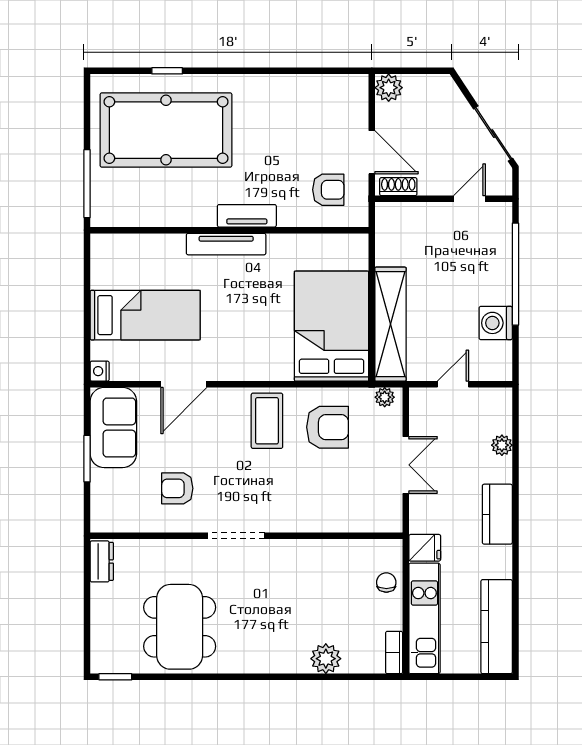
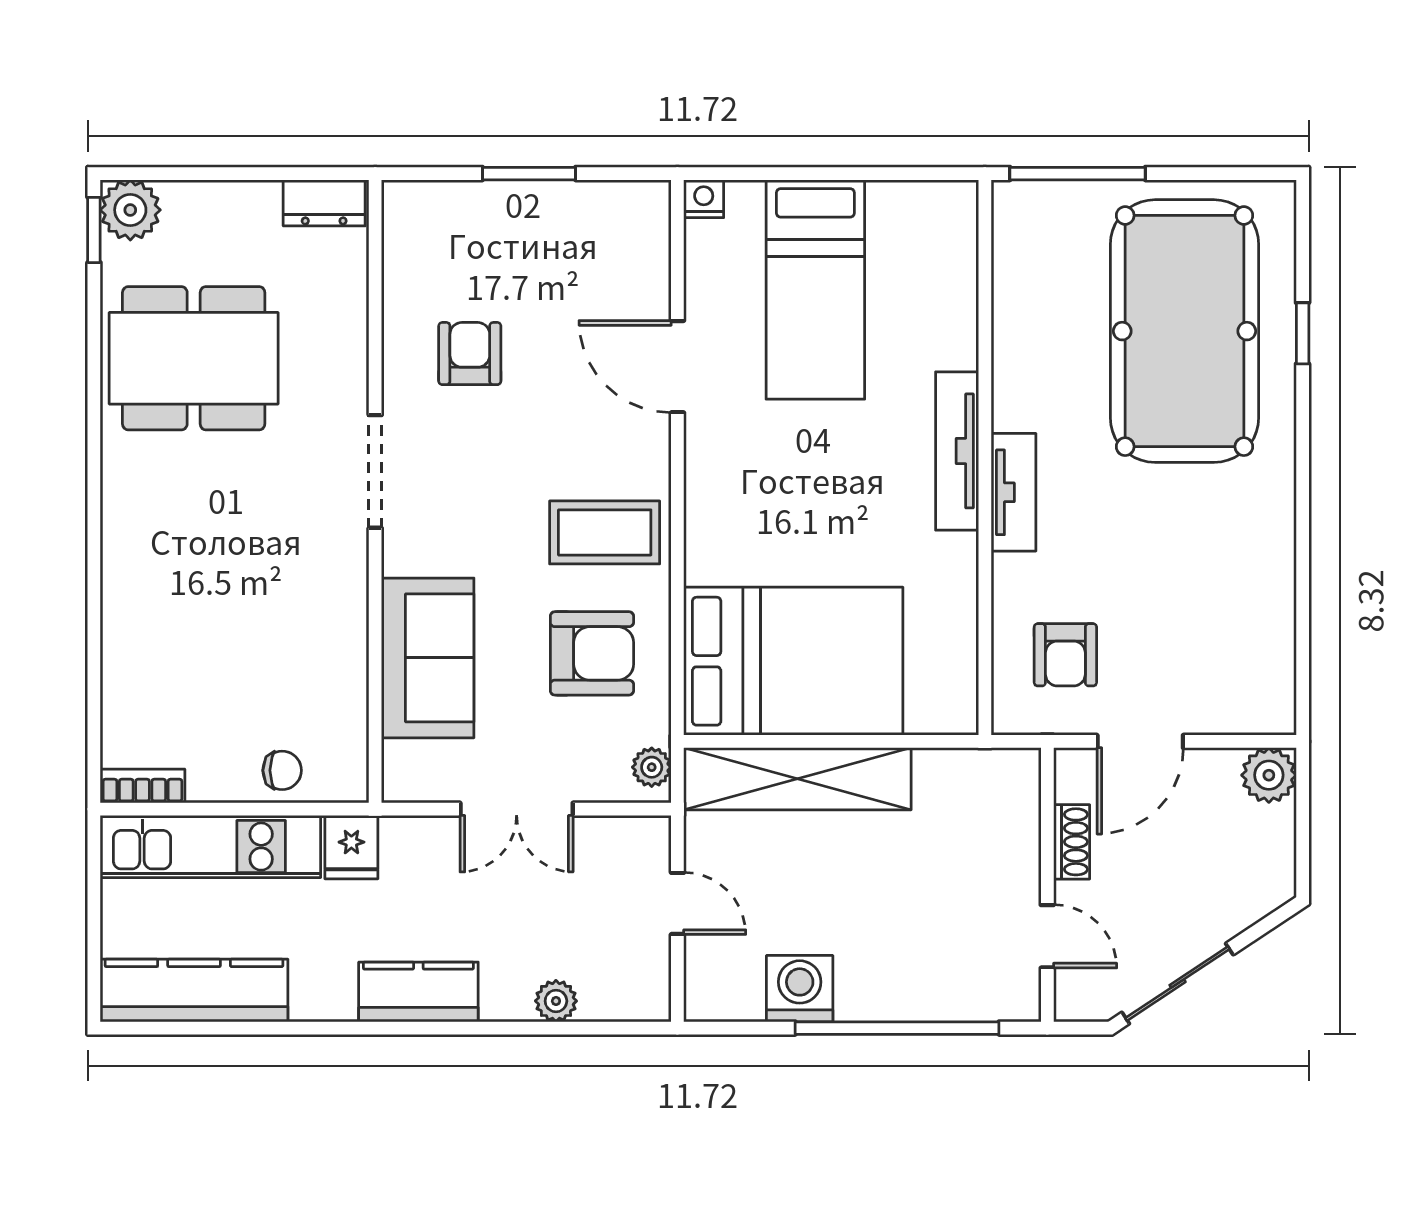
shoe rack: (398, 187) -> (1072, 842), moved
armchair: (328, 427) -> (592, 653), turned -90
sofa: (113, 428) -> (428, 658), moved, turned -90
plant: (326, 659) -> (130, 210), moved

